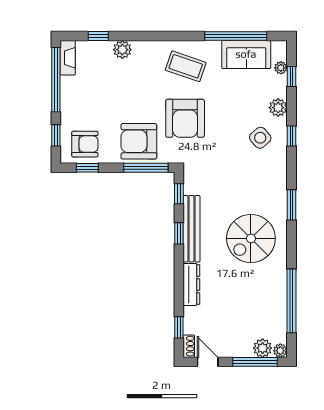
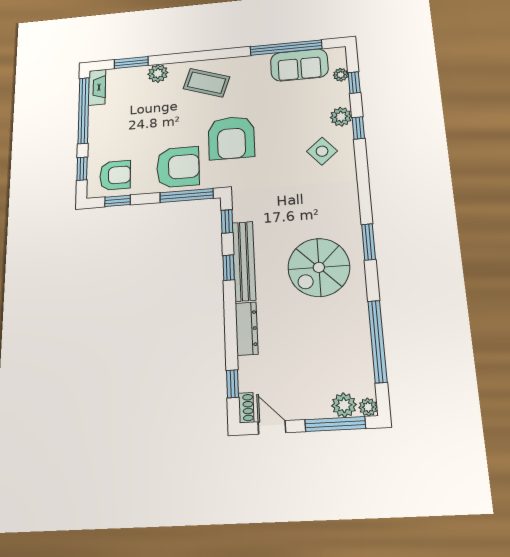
window: (98, 36) -> (131, 63), width x1.50
coffee table: (186, 66) -> (206, 83), moved
window: (292, 136) -> (358, 128), moved
armchair: (139, 141) -> (178, 167), turned 180
window: (292, 205) -> (369, 242), moved

